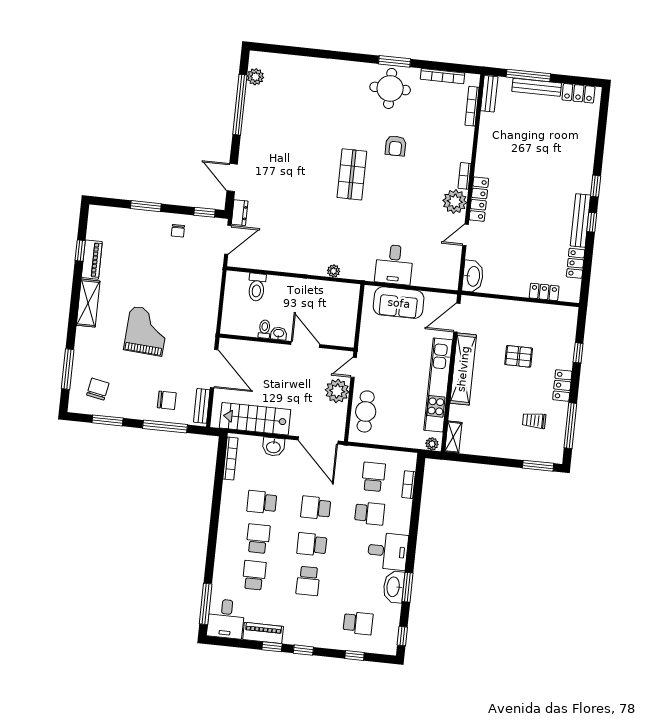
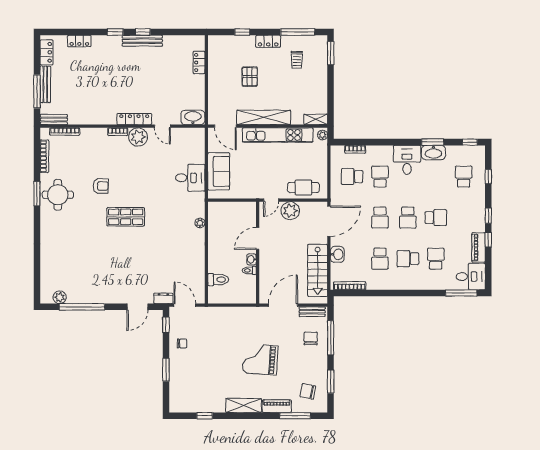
piano: (92, 260) -> (277, 406), moved
locker: (576, 263) -> (79, 41), moved
door: (354, 367) -> (271, 200), hinge flipped
school desk: (254, 575) -> (436, 259), turned 90

